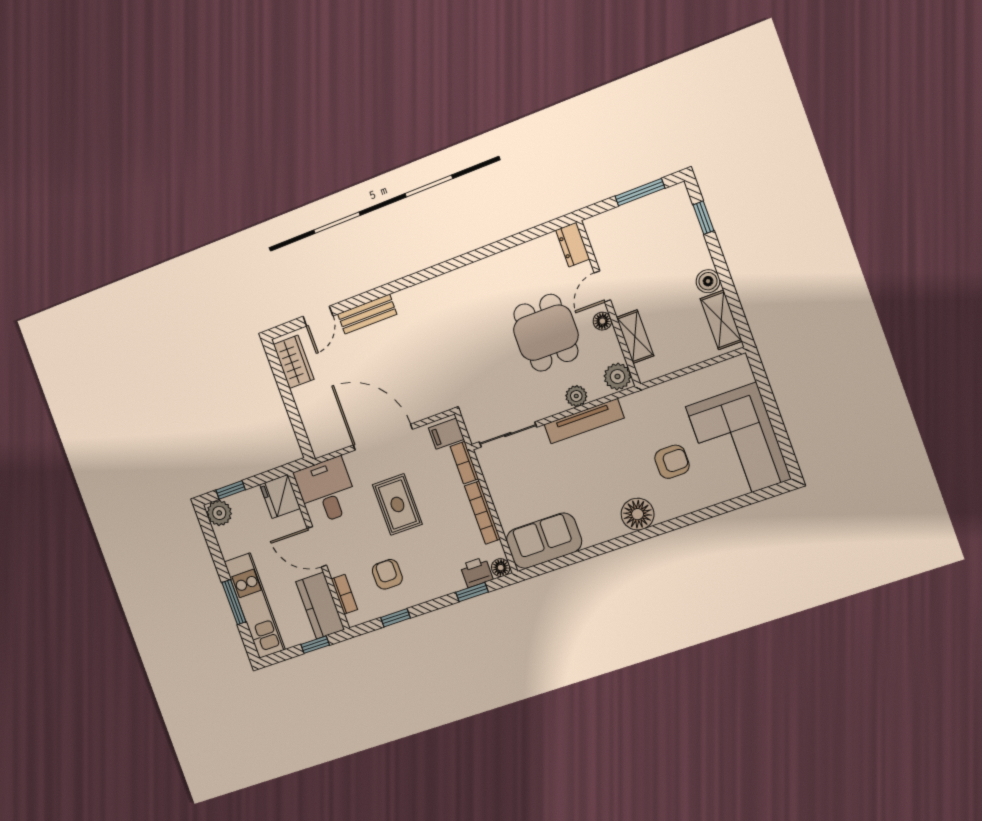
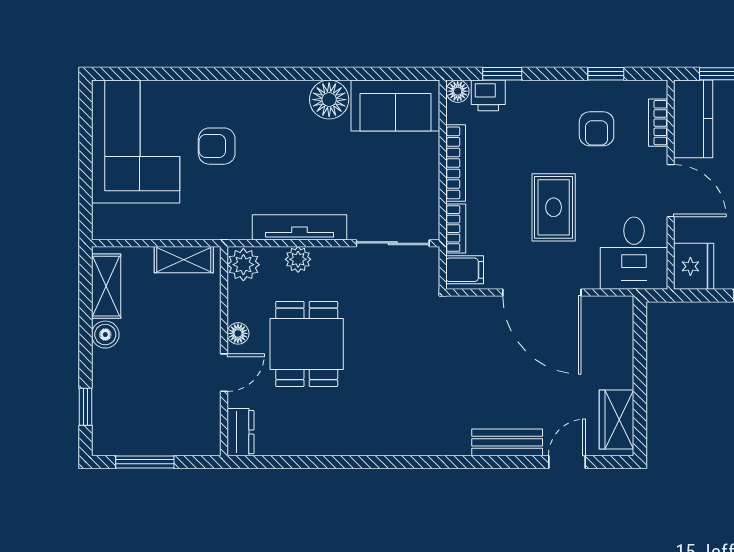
shelving: (635, 337) -> (184, 260), moved, turned 90
floor lamp: (638, 514) -> (329, 100), moved

